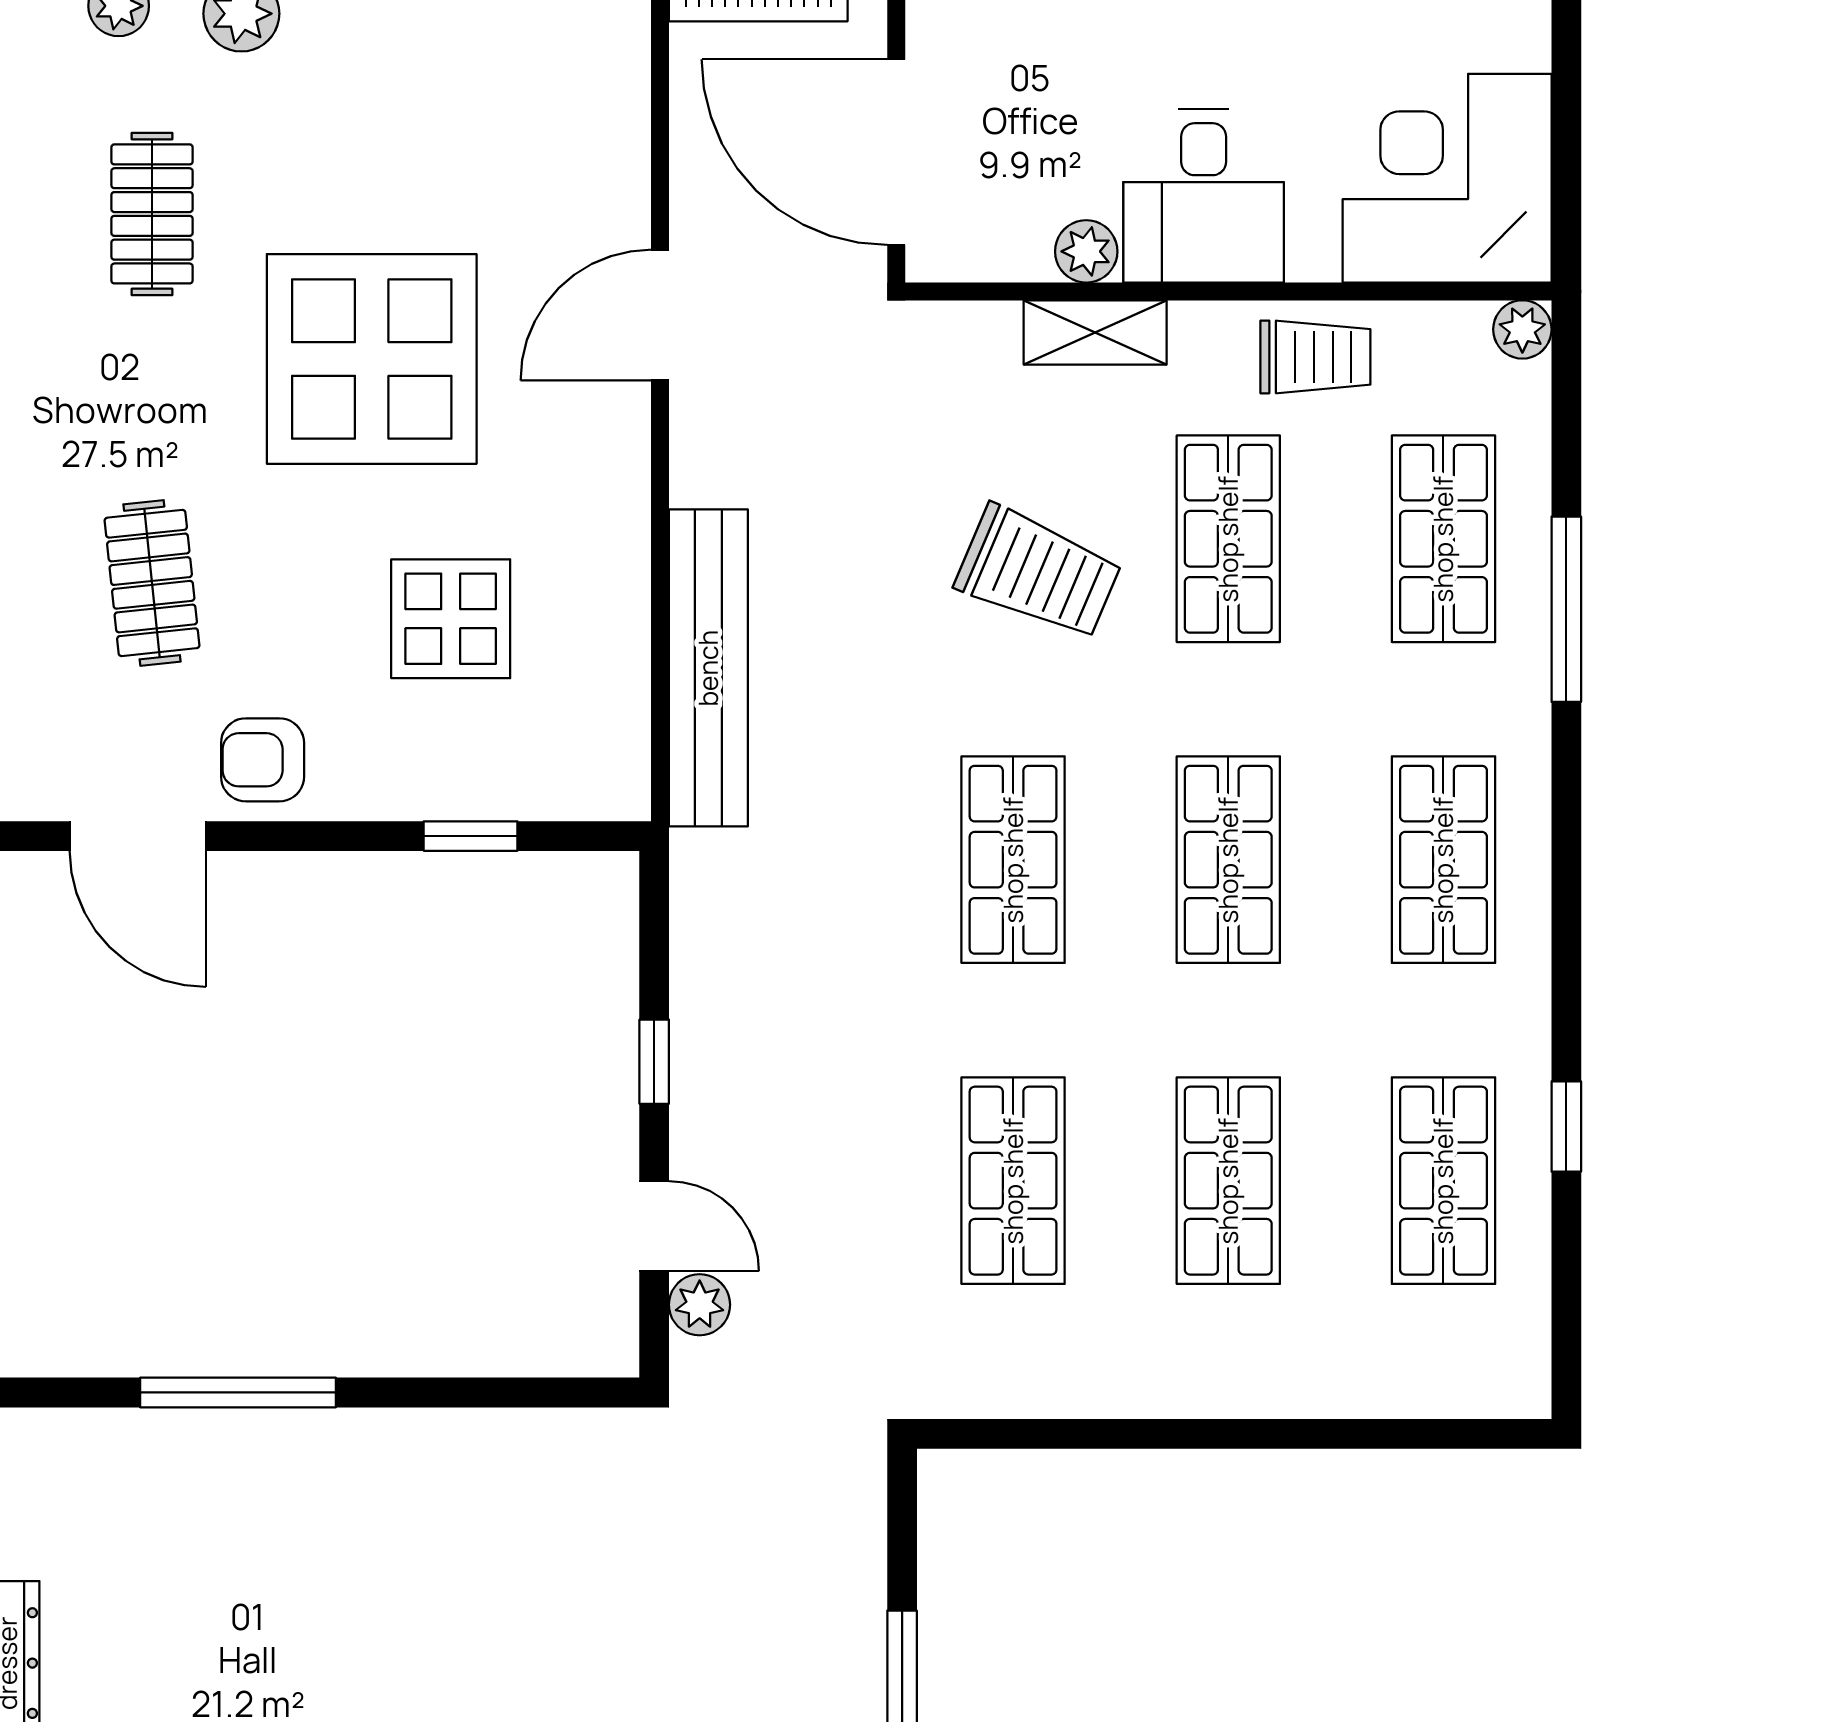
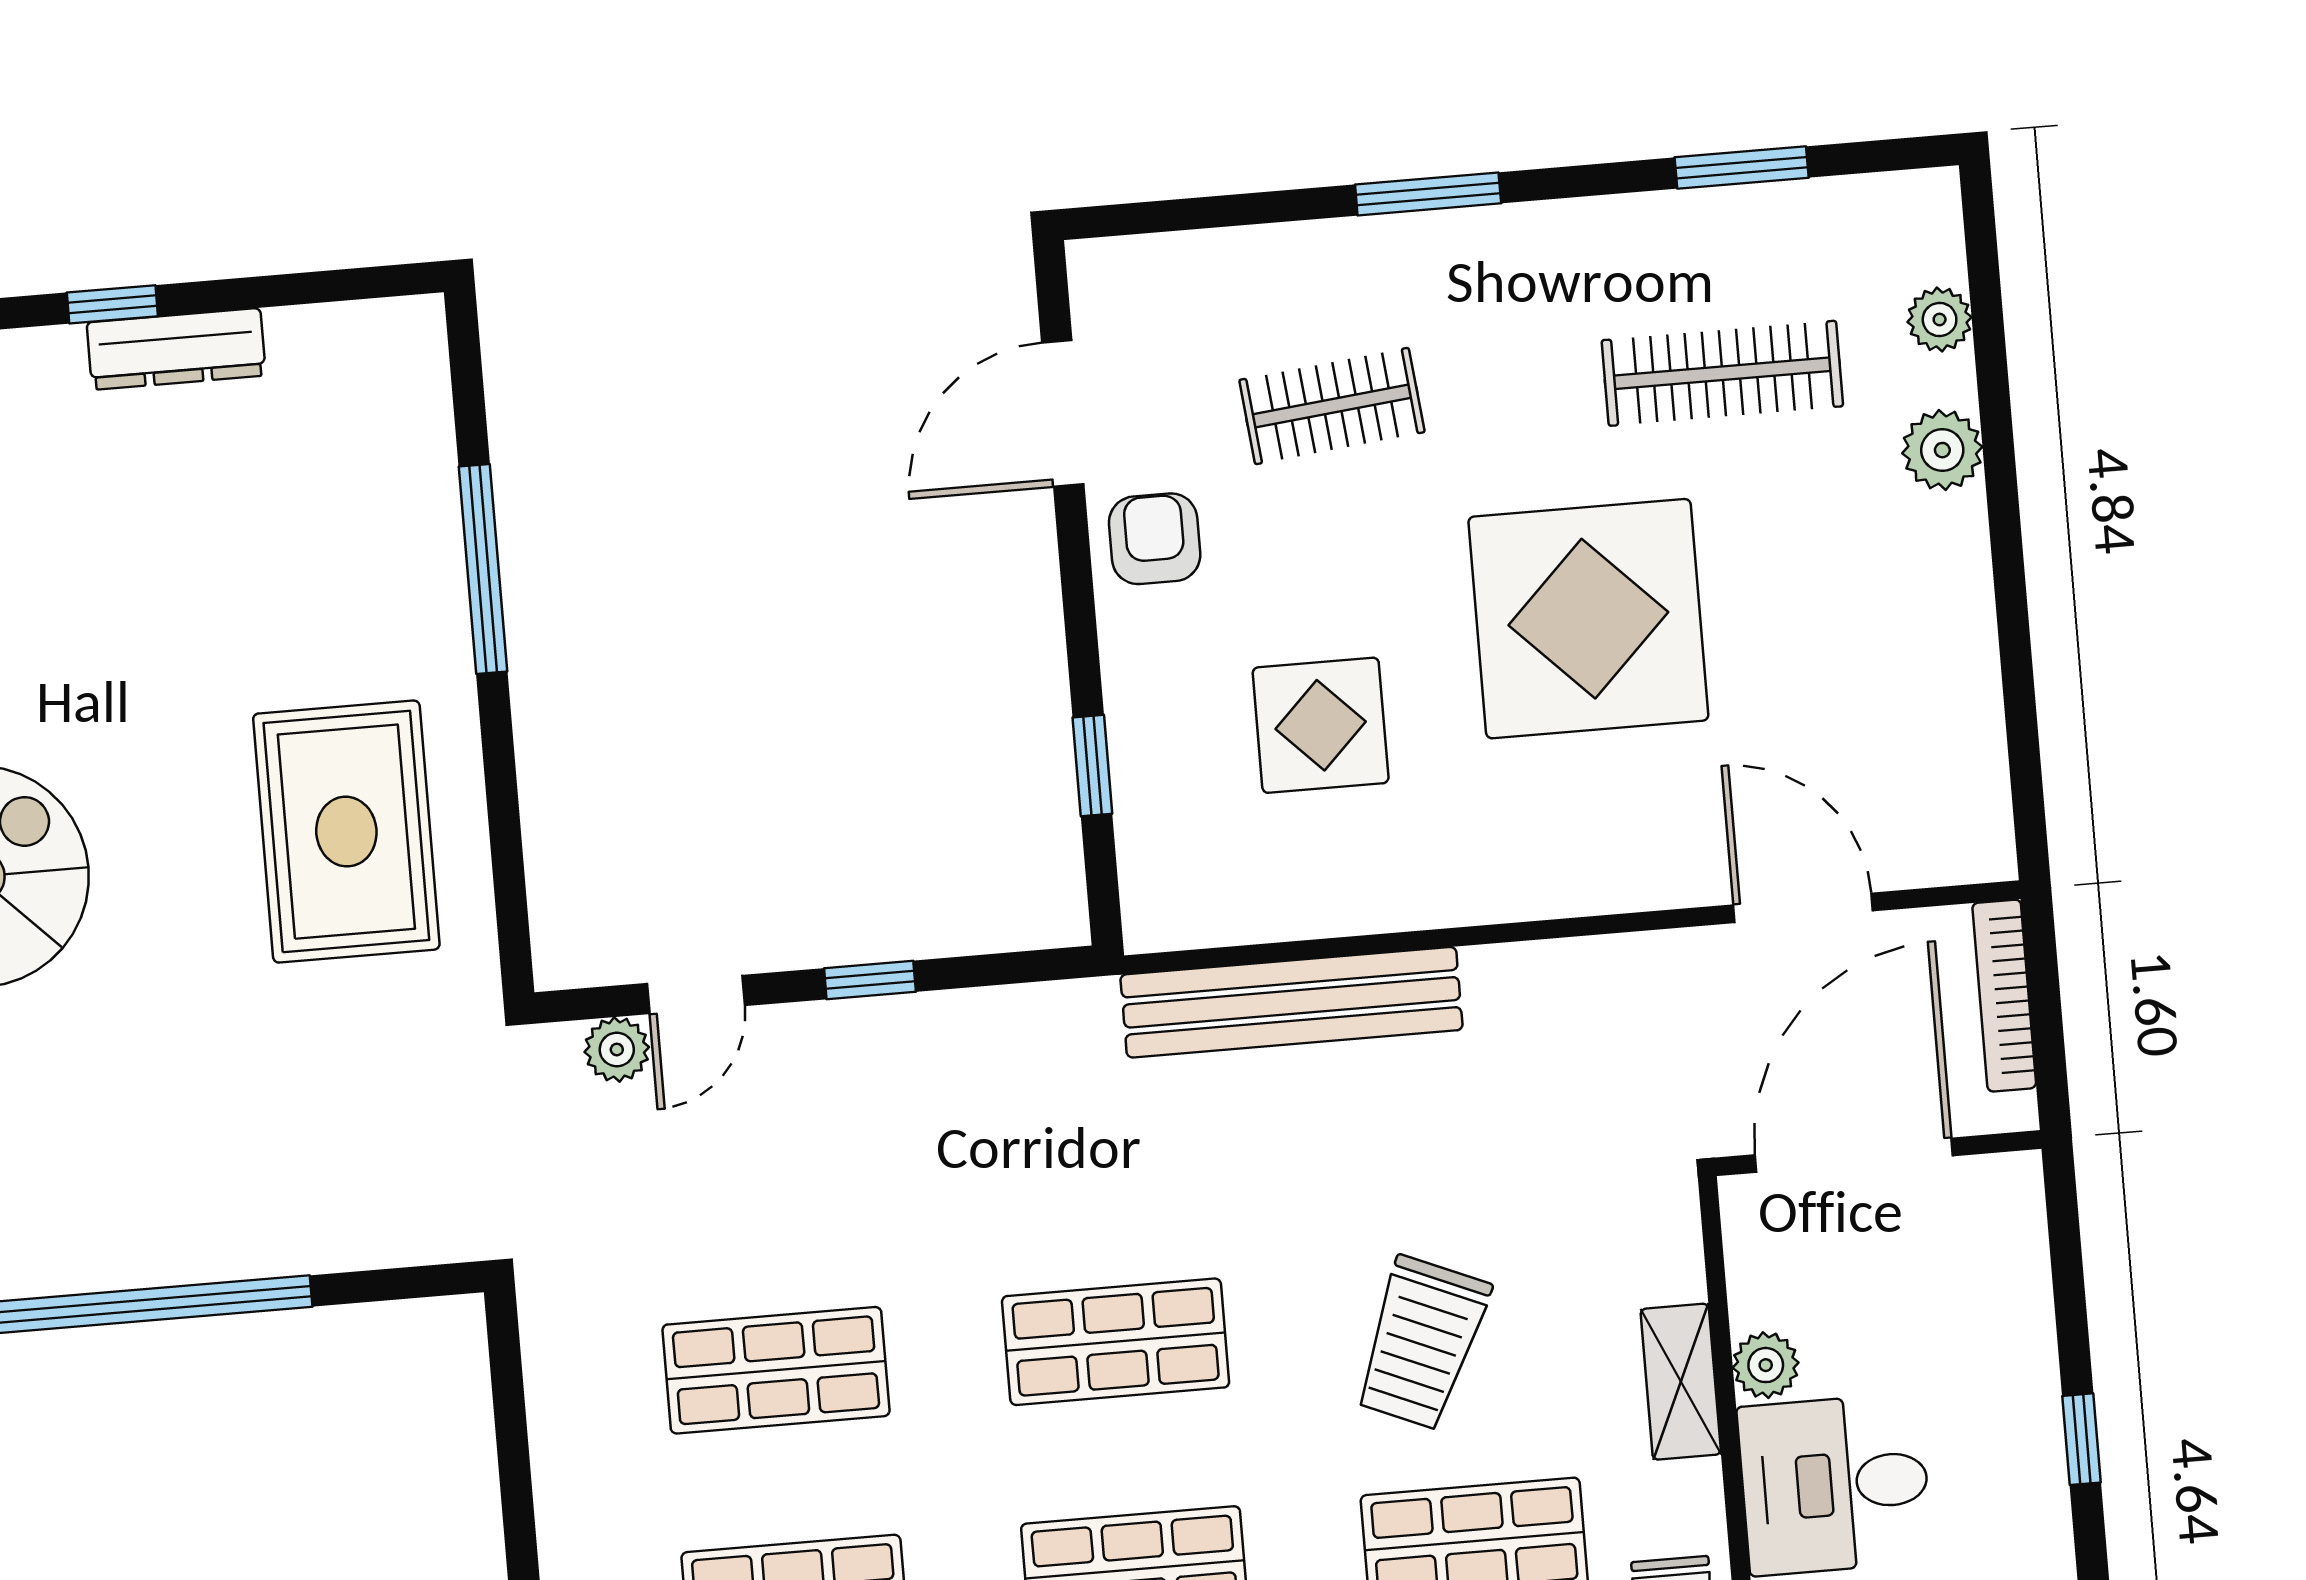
clothes rail: (152, 214) -> (1722, 373), width x1.36
door: (660, 315) -> (1803, 908), moved
rug: (474, 1541) -> (346, 832), added

